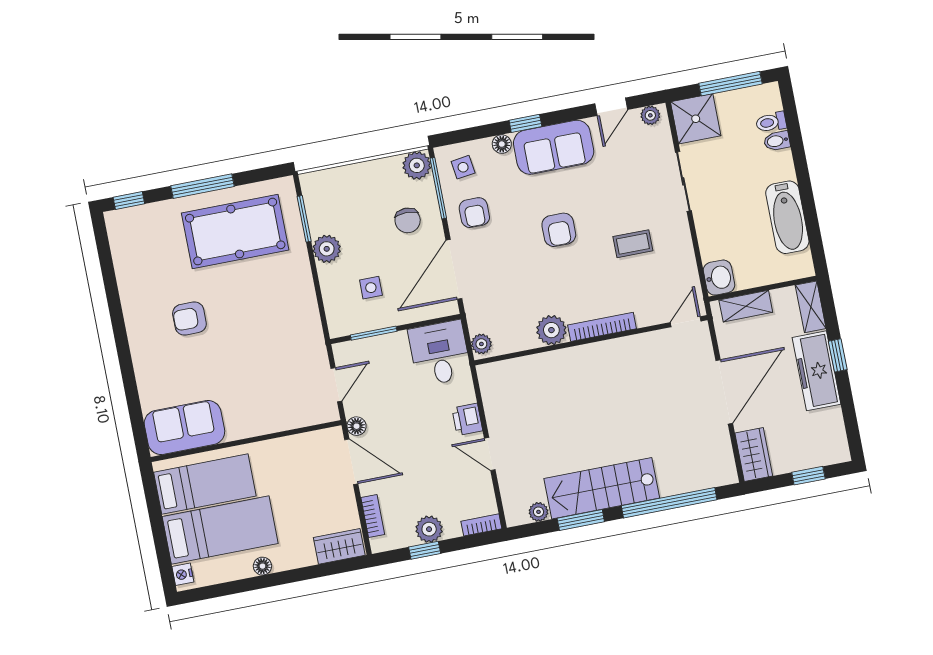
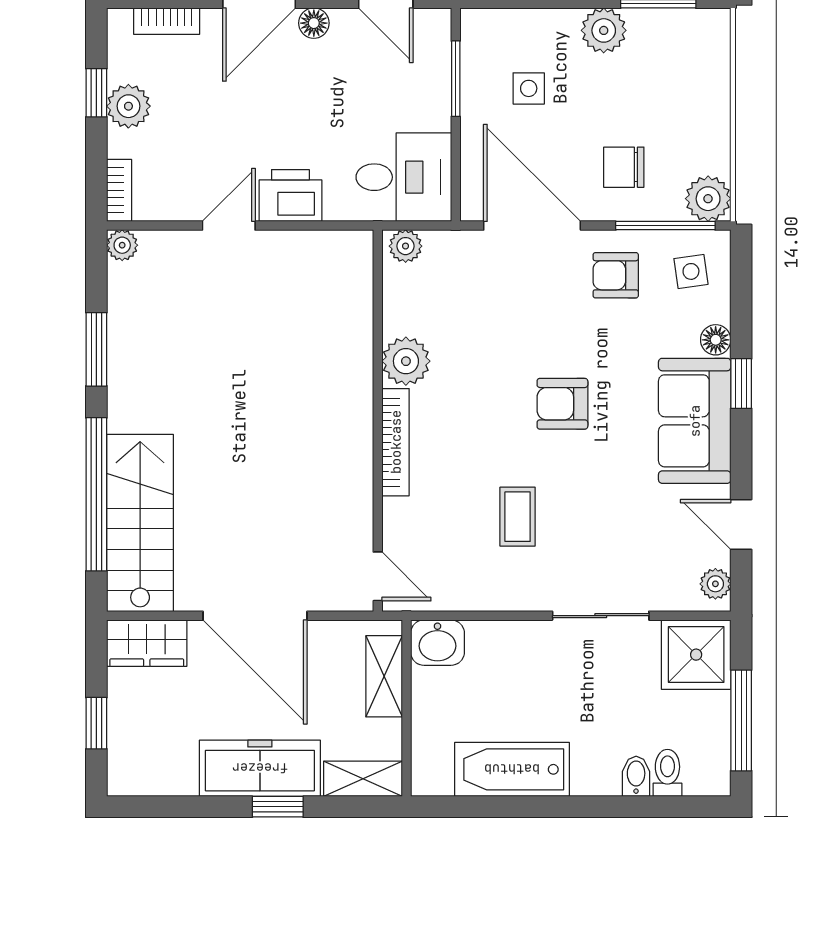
printer: (467, 419) -> (290, 195), width x1.36, depth x1.24
stairs: (602, 488) -> (140, 523), moved
plant: (539, 512) -> (122, 245), moved

